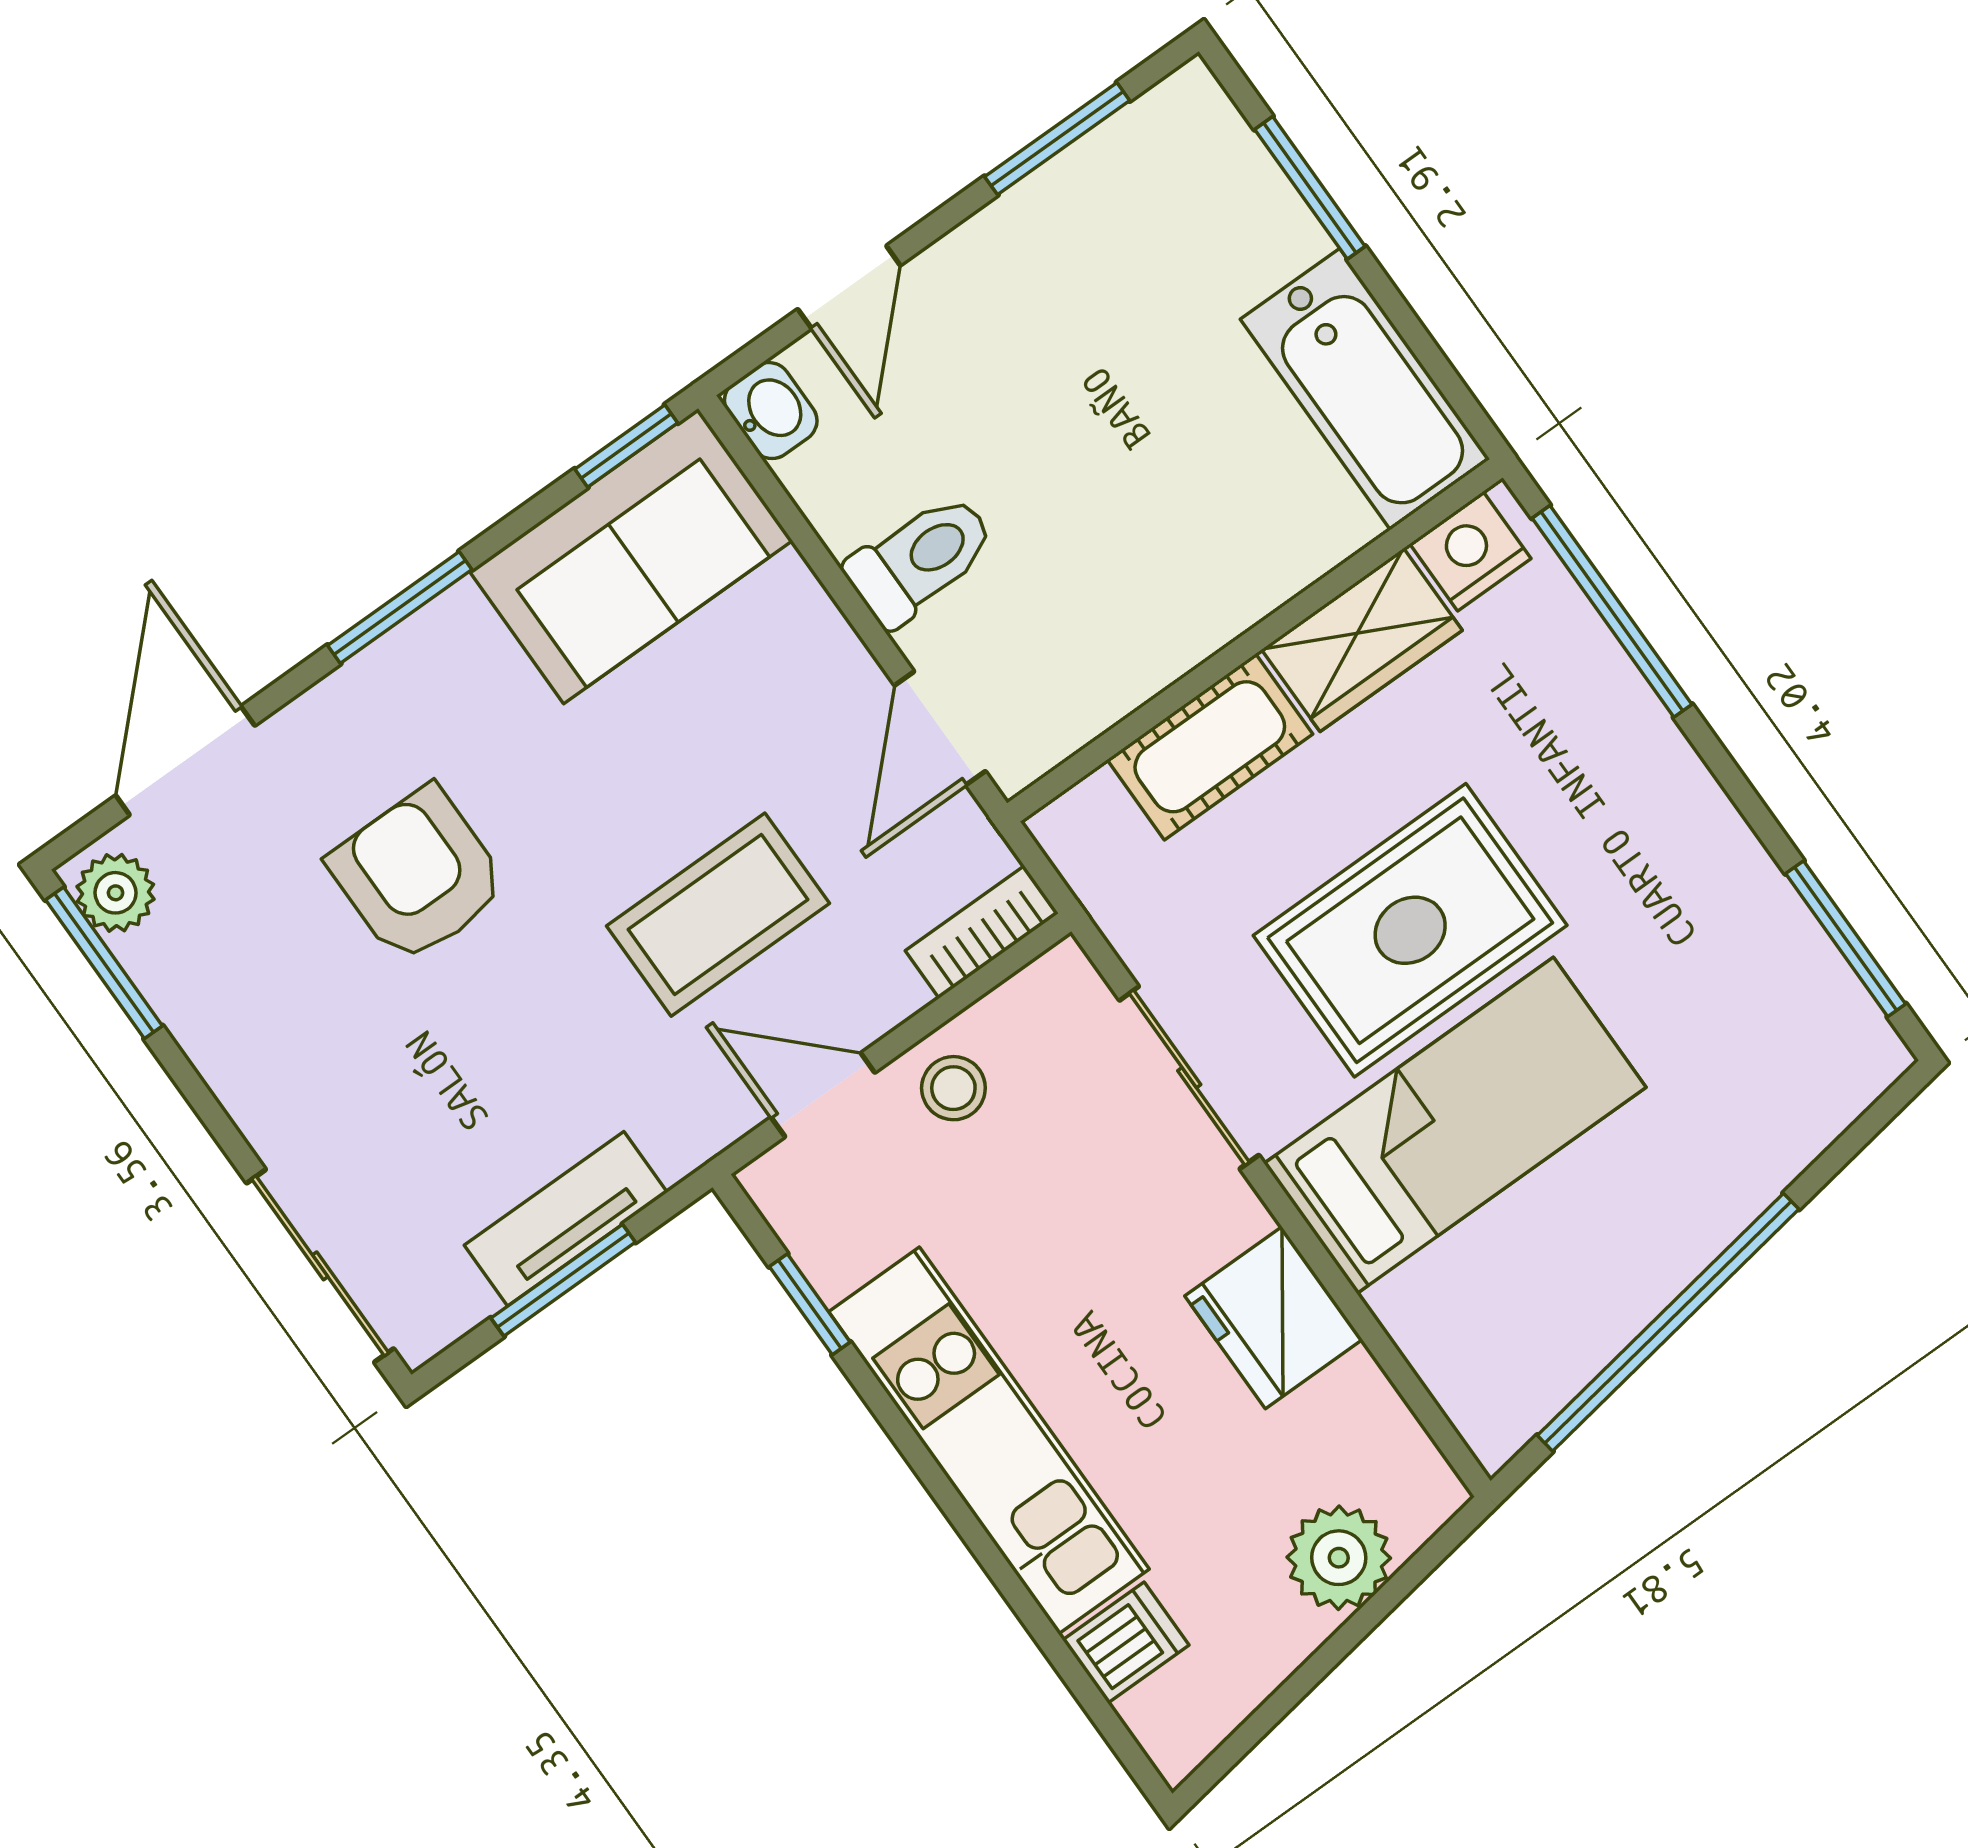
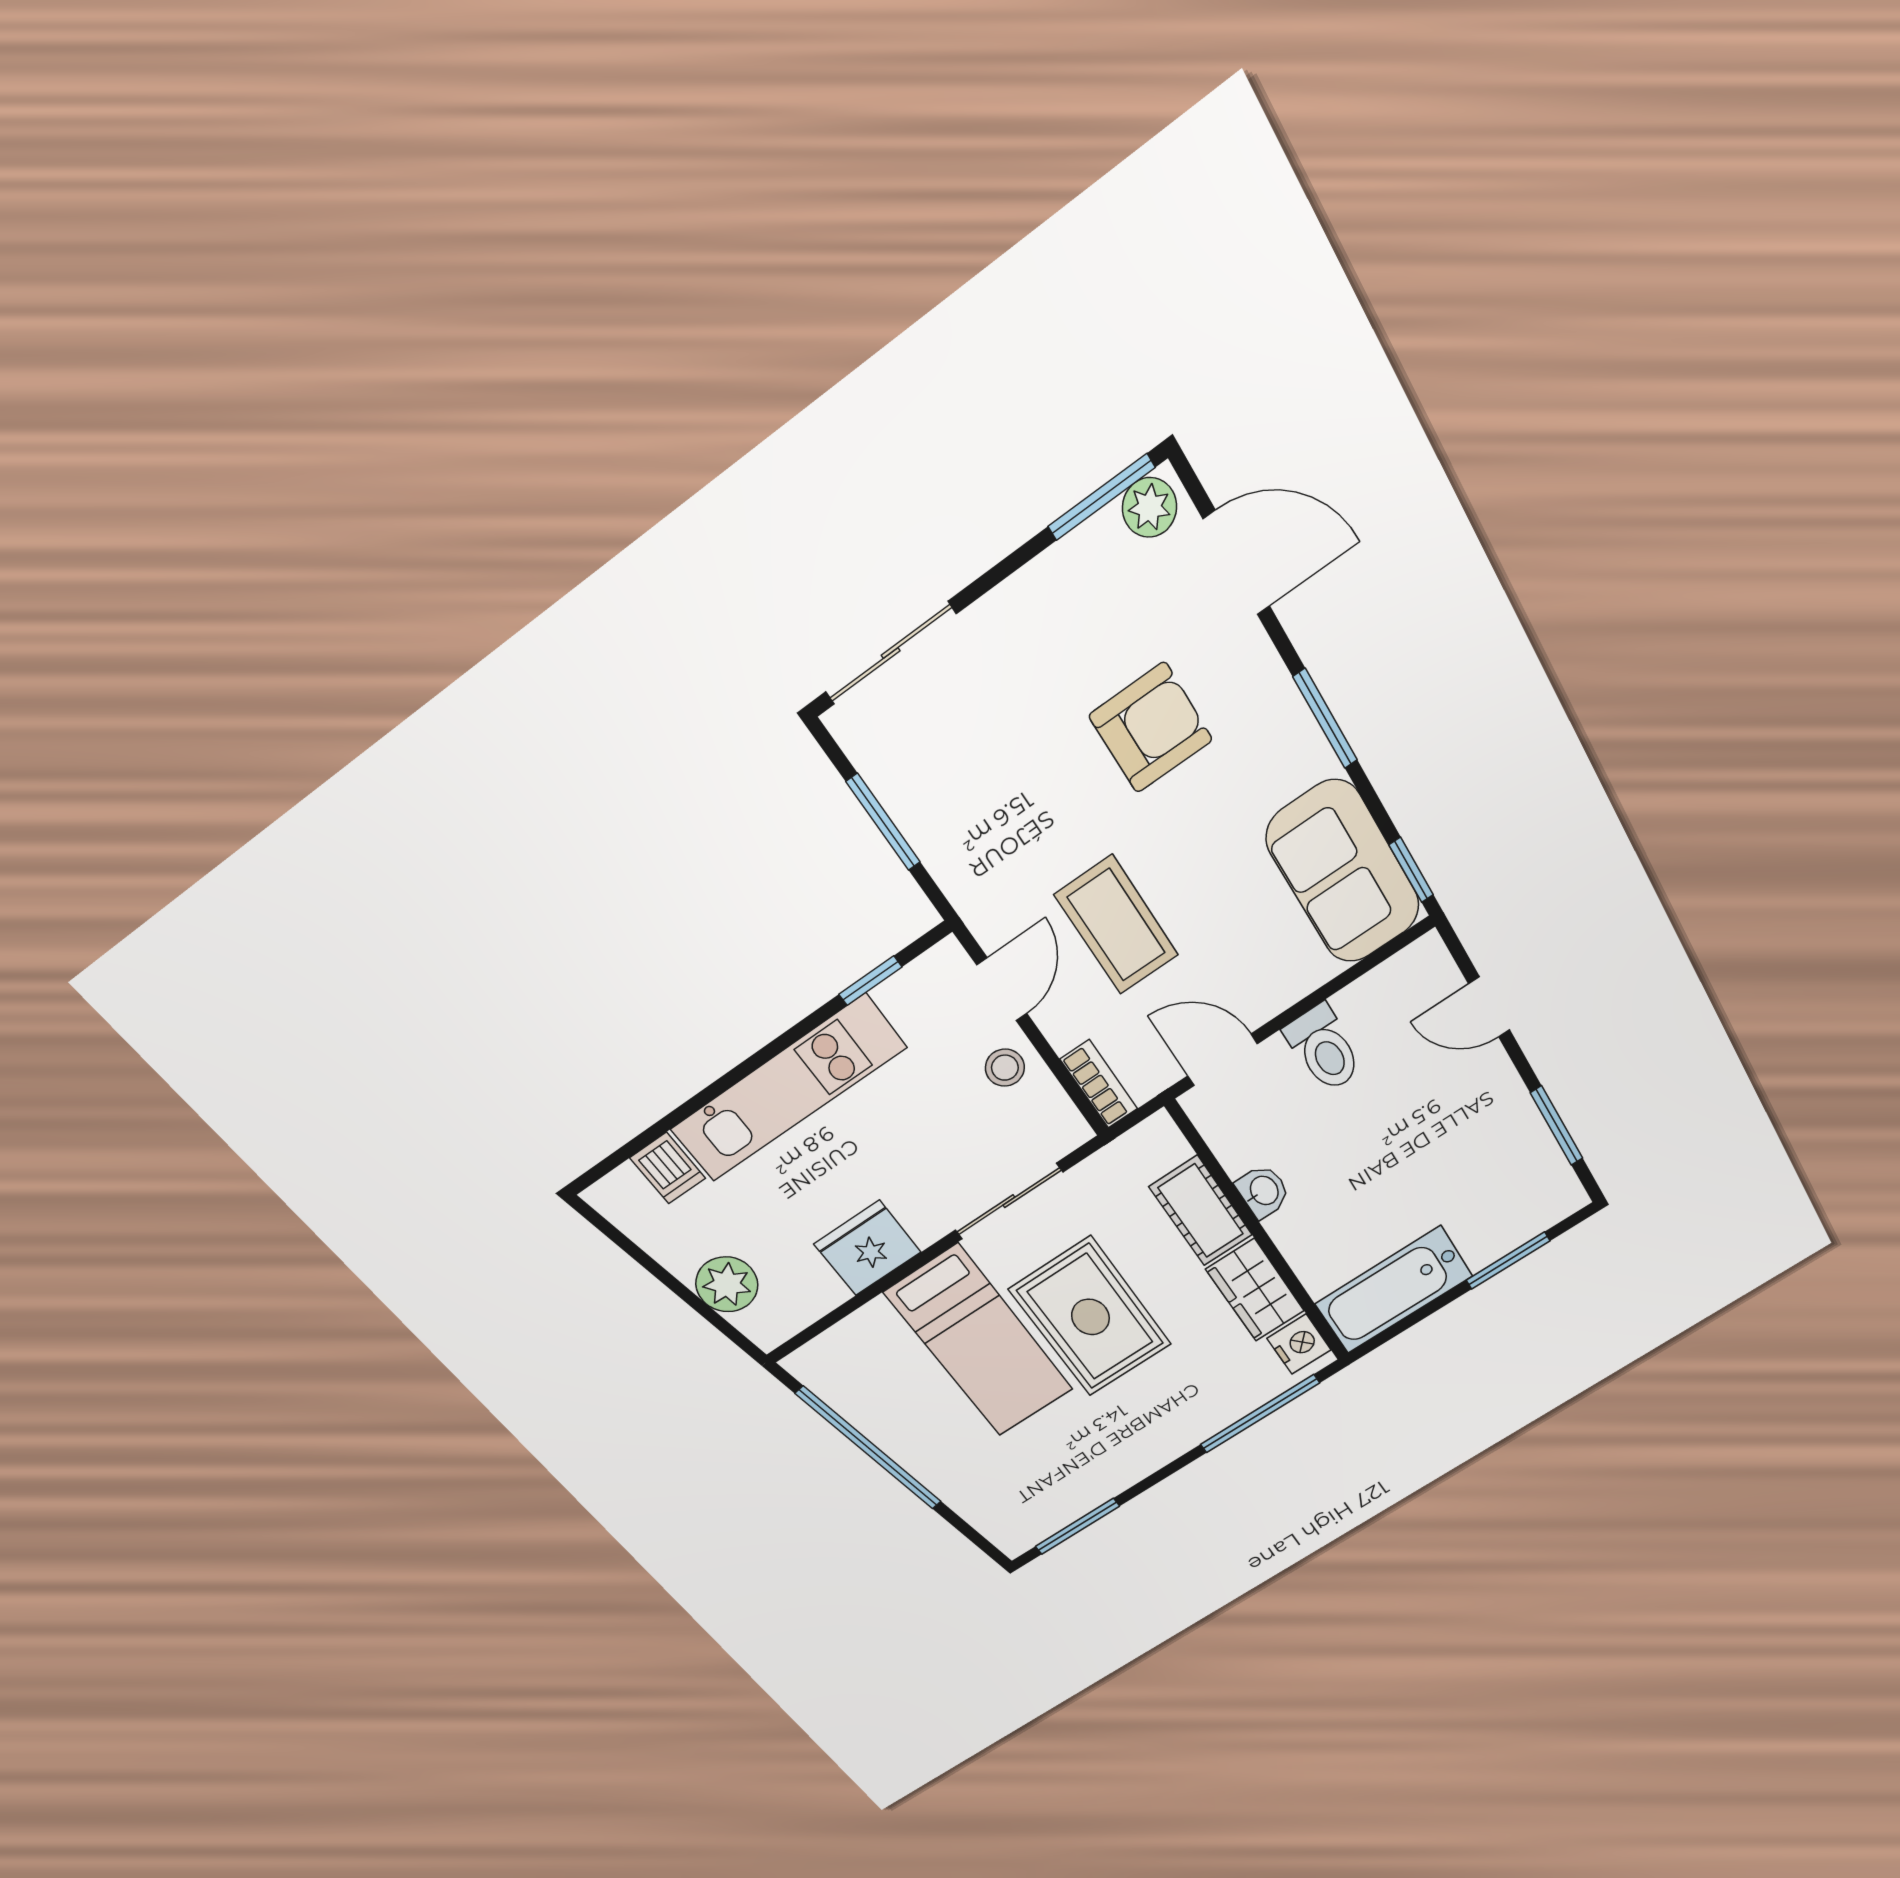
washbasin: (771, 411) -> (1263, 1191), moved, turned -90
tv unit: (566, 1219) -> (924, 825), removed

